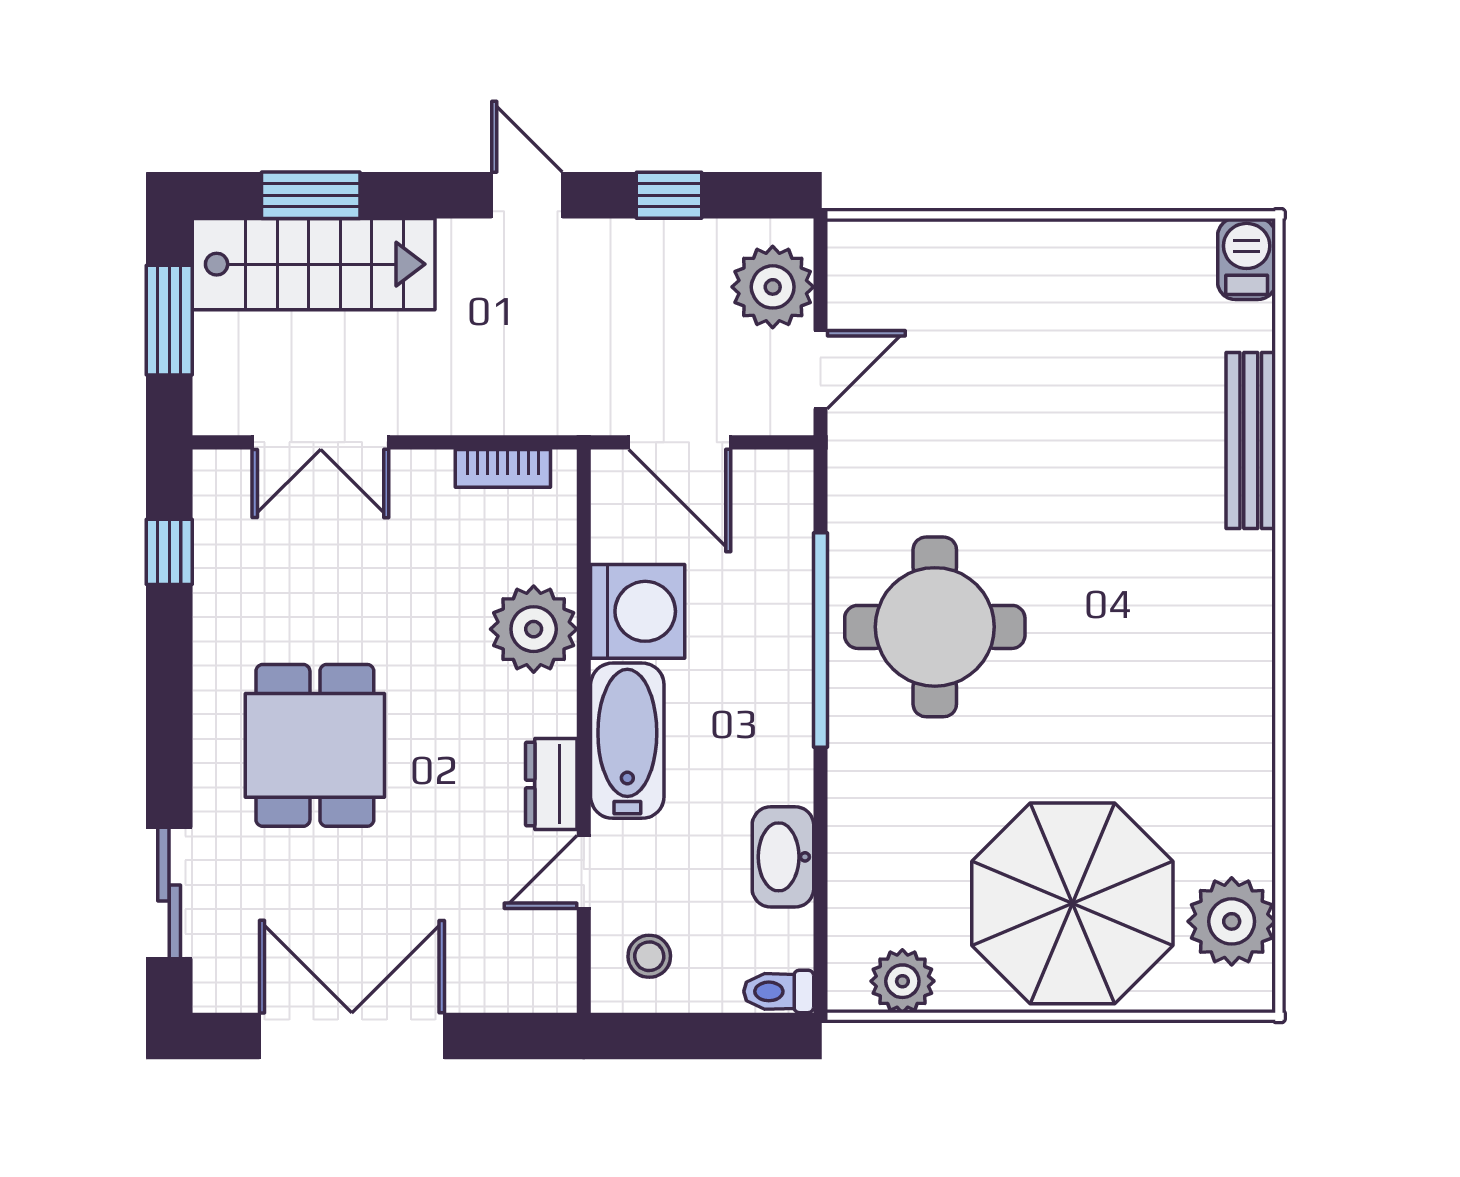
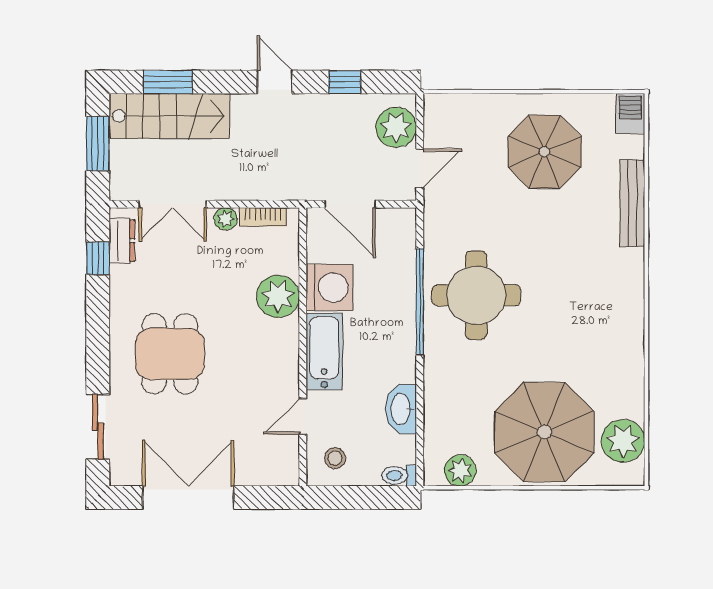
parasol: (1073, 336) -> (544, 152), added
plant: (428, 472) -> (226, 219), added
dresser: (551, 784) -> (122, 241), moved, turned 180

